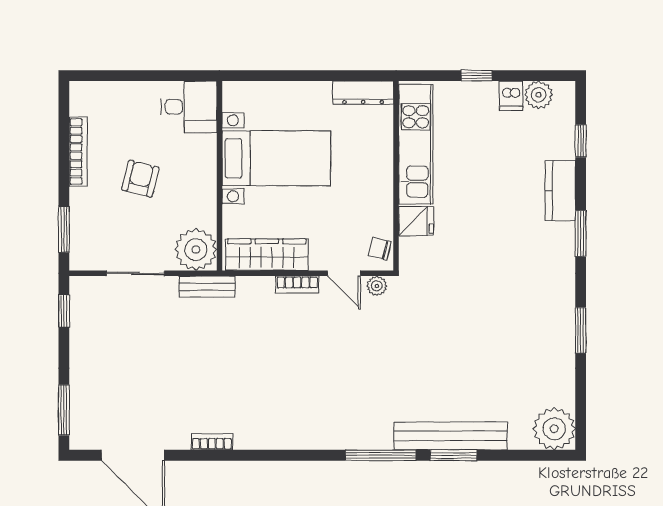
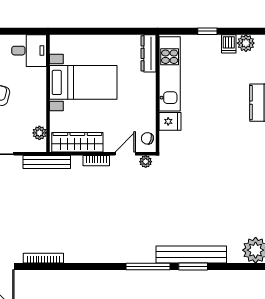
dresser: (363, 93) -> (149, 53), moved, turned 90
plant: (196, 249) -> (39, 133), width x0.53, depth x0.53
door: (344, 273) -> (125, 154), swing flipped
bench: (207, 287) -> (47, 162), width x1.36
bookcase: (212, 442) -> (43, 258), width x1.56

